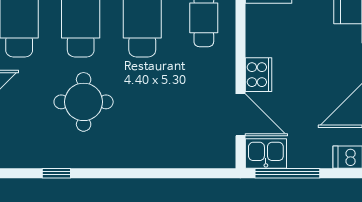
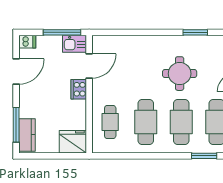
door: (240, 115) -> (89, 66), swing flipped
window: (56, 173) -> (195, 32), width x1.50

